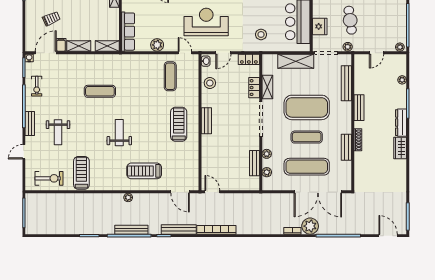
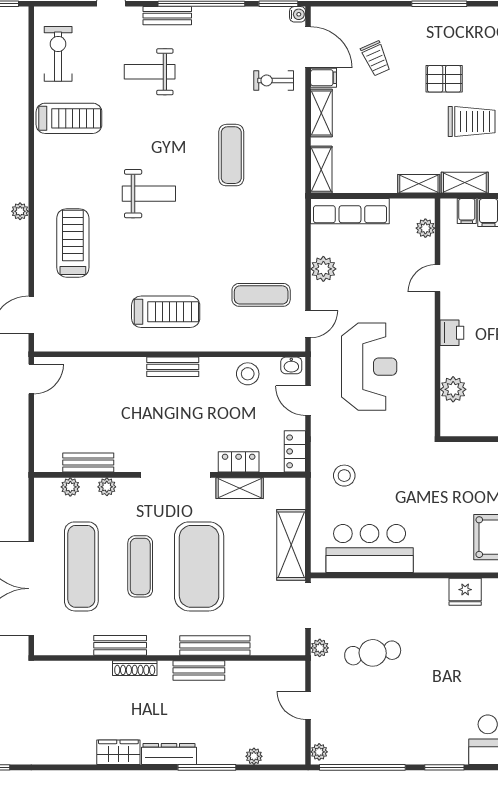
fridge: (320, 26) -> (360, 592), removed
bench: (346, 83) -> (215, 645), moved
exercise bike: (37, 86) -> (274, 80), moved
exercise bike: (49, 178) -> (58, 54), turned 180

